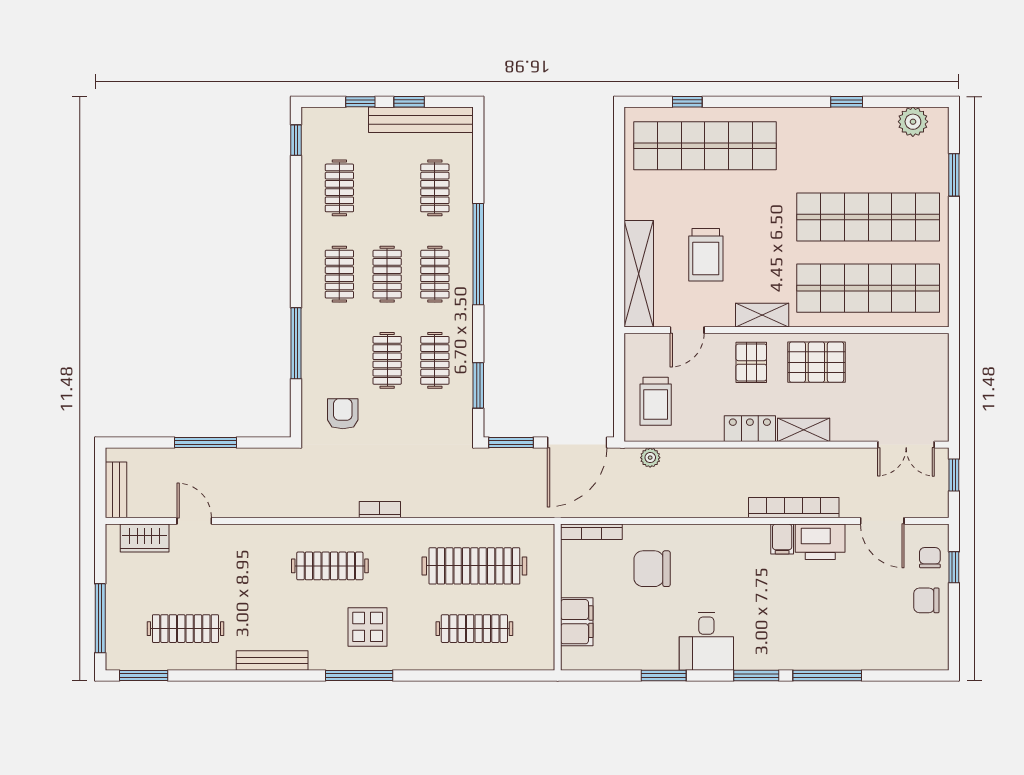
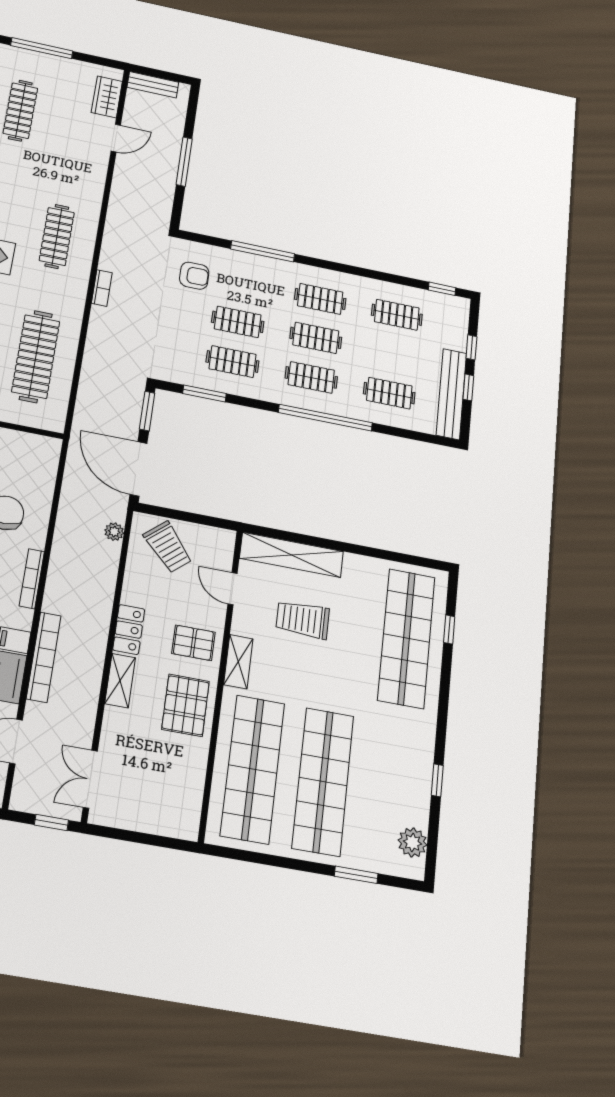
trolley: (656, 401) -> (168, 547), turned -131
bookcase: (591, 532) -> (32, 579), moved

